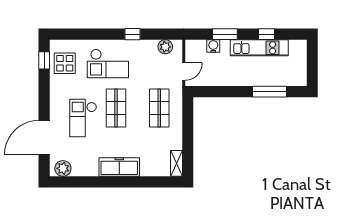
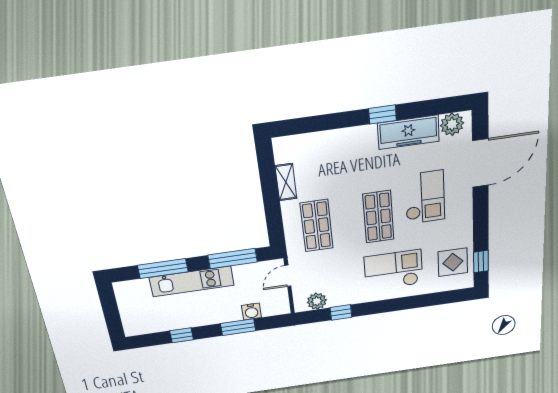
window: (133, 34) -> (341, 312), moved
kitchen unit: (259, 48) -> (192, 281), moved, turned 180
window: (220, 92) -> (233, 259), added
shelving: (176, 163) -> (286, 182), moved
freezer: (119, 167) -> (408, 132), moved
window: (108, 182) -> (383, 114), added

